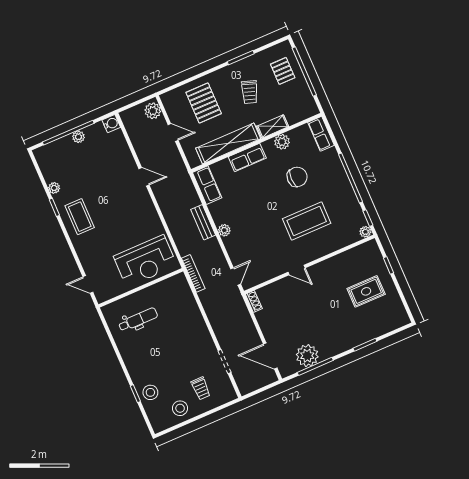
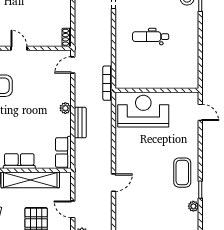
door: (144, 177) -> (113, 183), swing flipped
dental chair: (138, 320) -> (151, 37), moved

